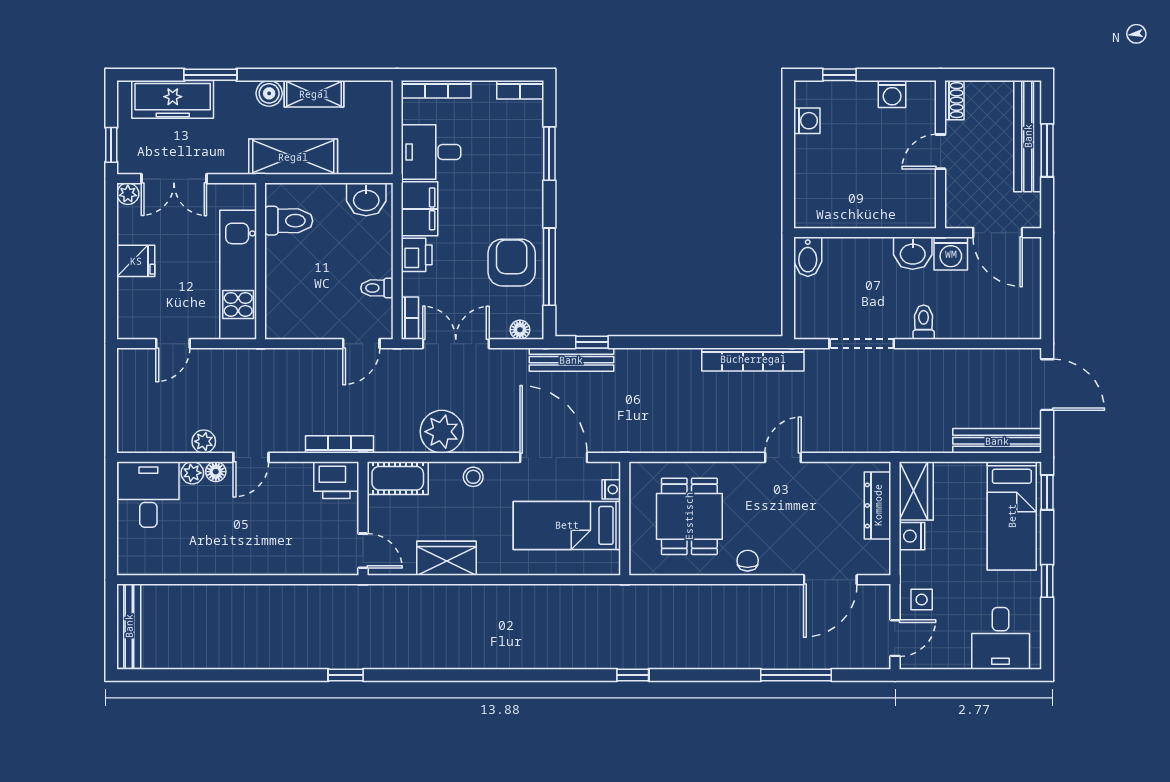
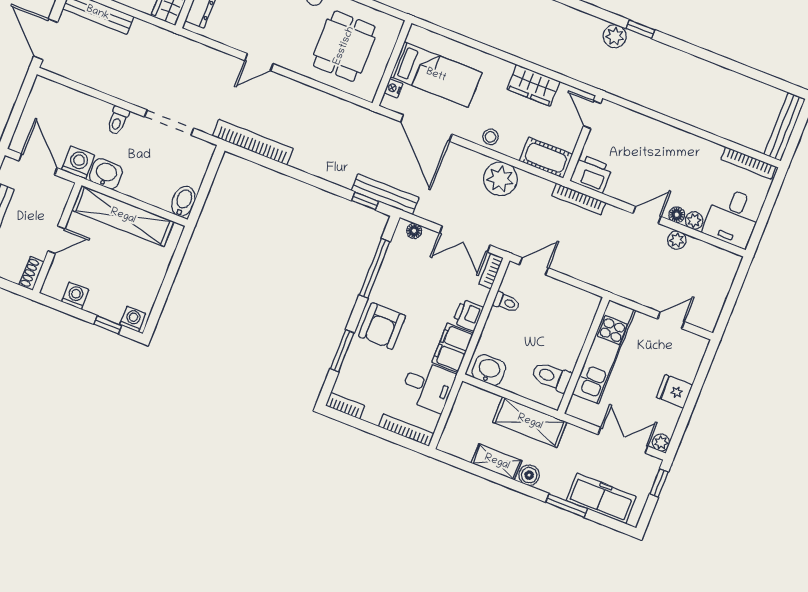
washing machine: (807, 121) -> (133, 319), moved, turned 90
shelving: (873, 211) -> (123, 216), added
armchair: (512, 263) -> (382, 326), moved
bookcase: (155, 567) -> (748, 163), added
plant: (373, 655) -> (615, 36), added

